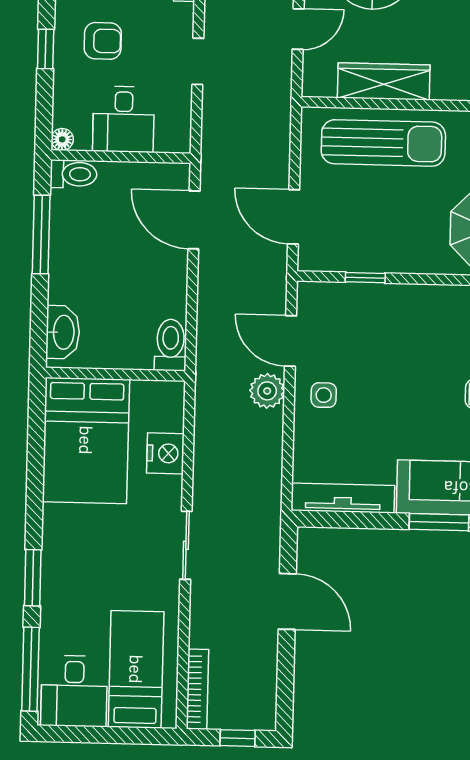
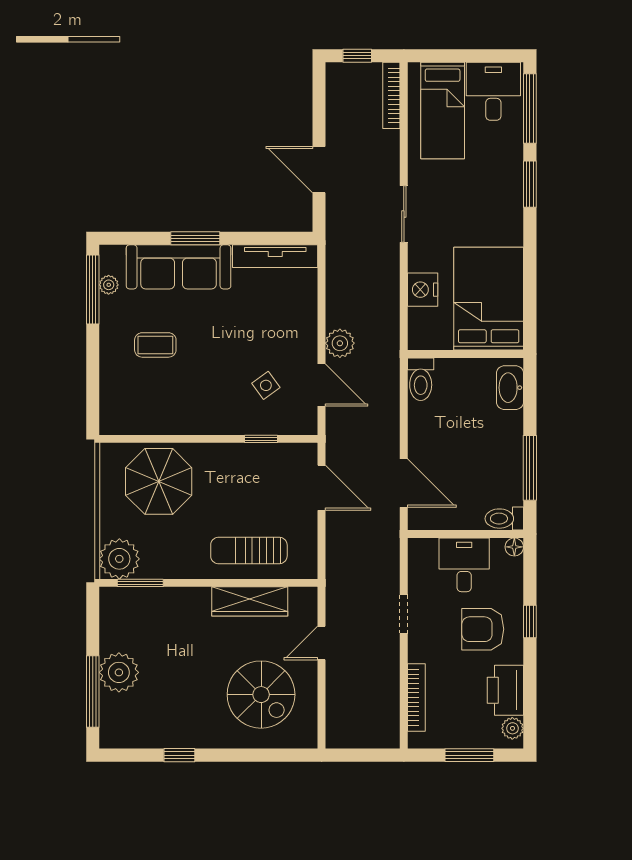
armchair: (103, 41) -> (483, 629), width x1.38, depth x1.38
sun lounger: (383, 143) -> (249, 551), width x0.73, depth x0.75
side table: (324, 395) -> (266, 385), moved, turned -36

